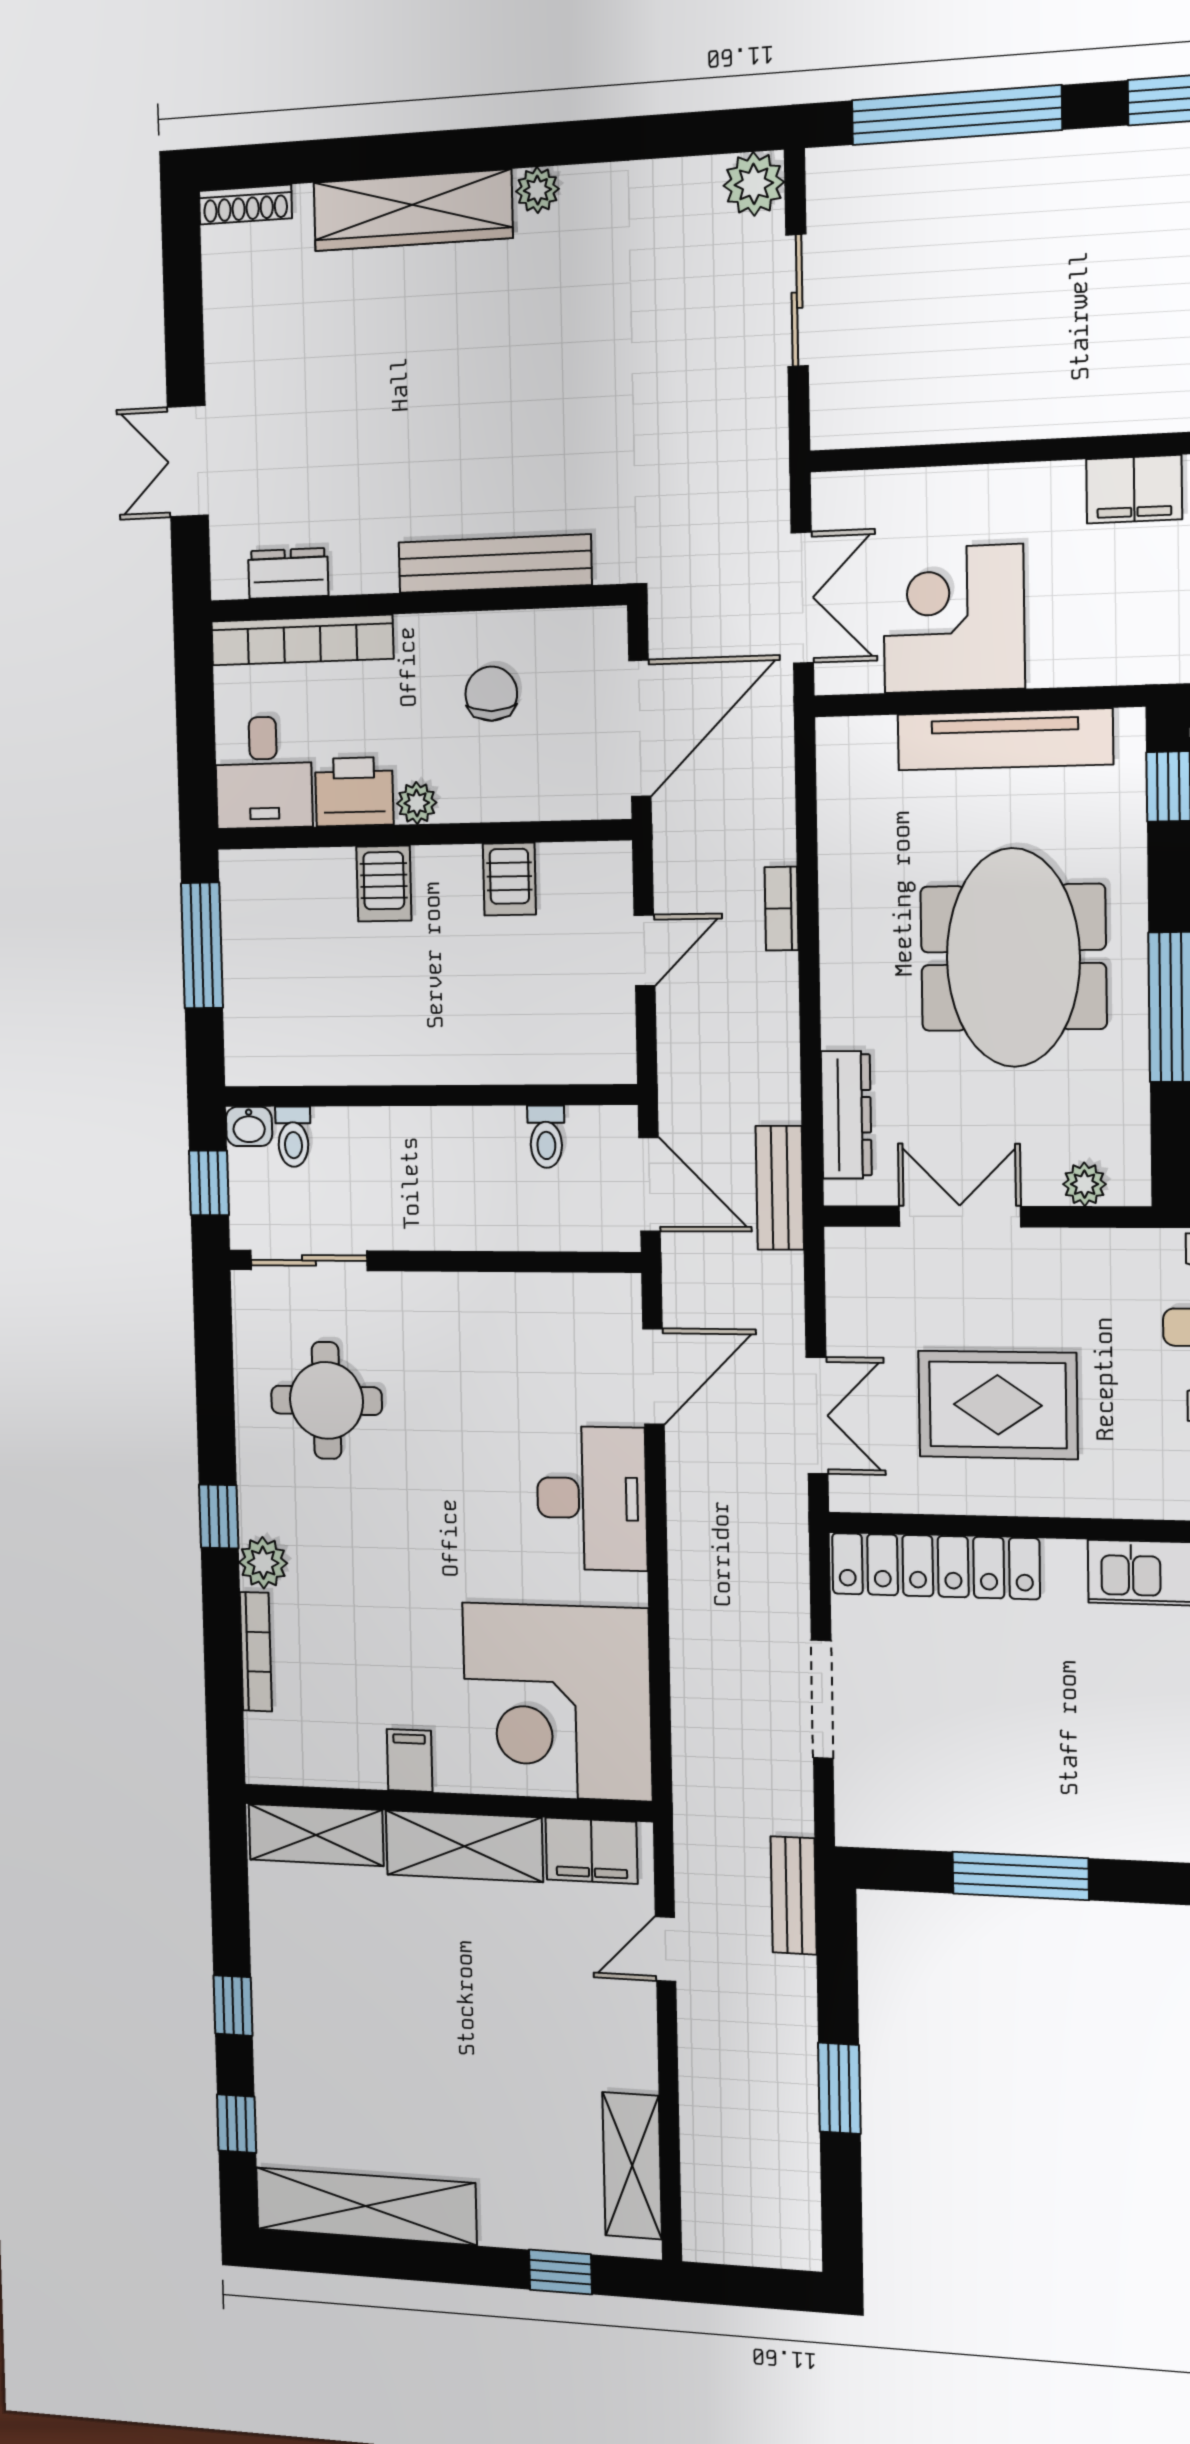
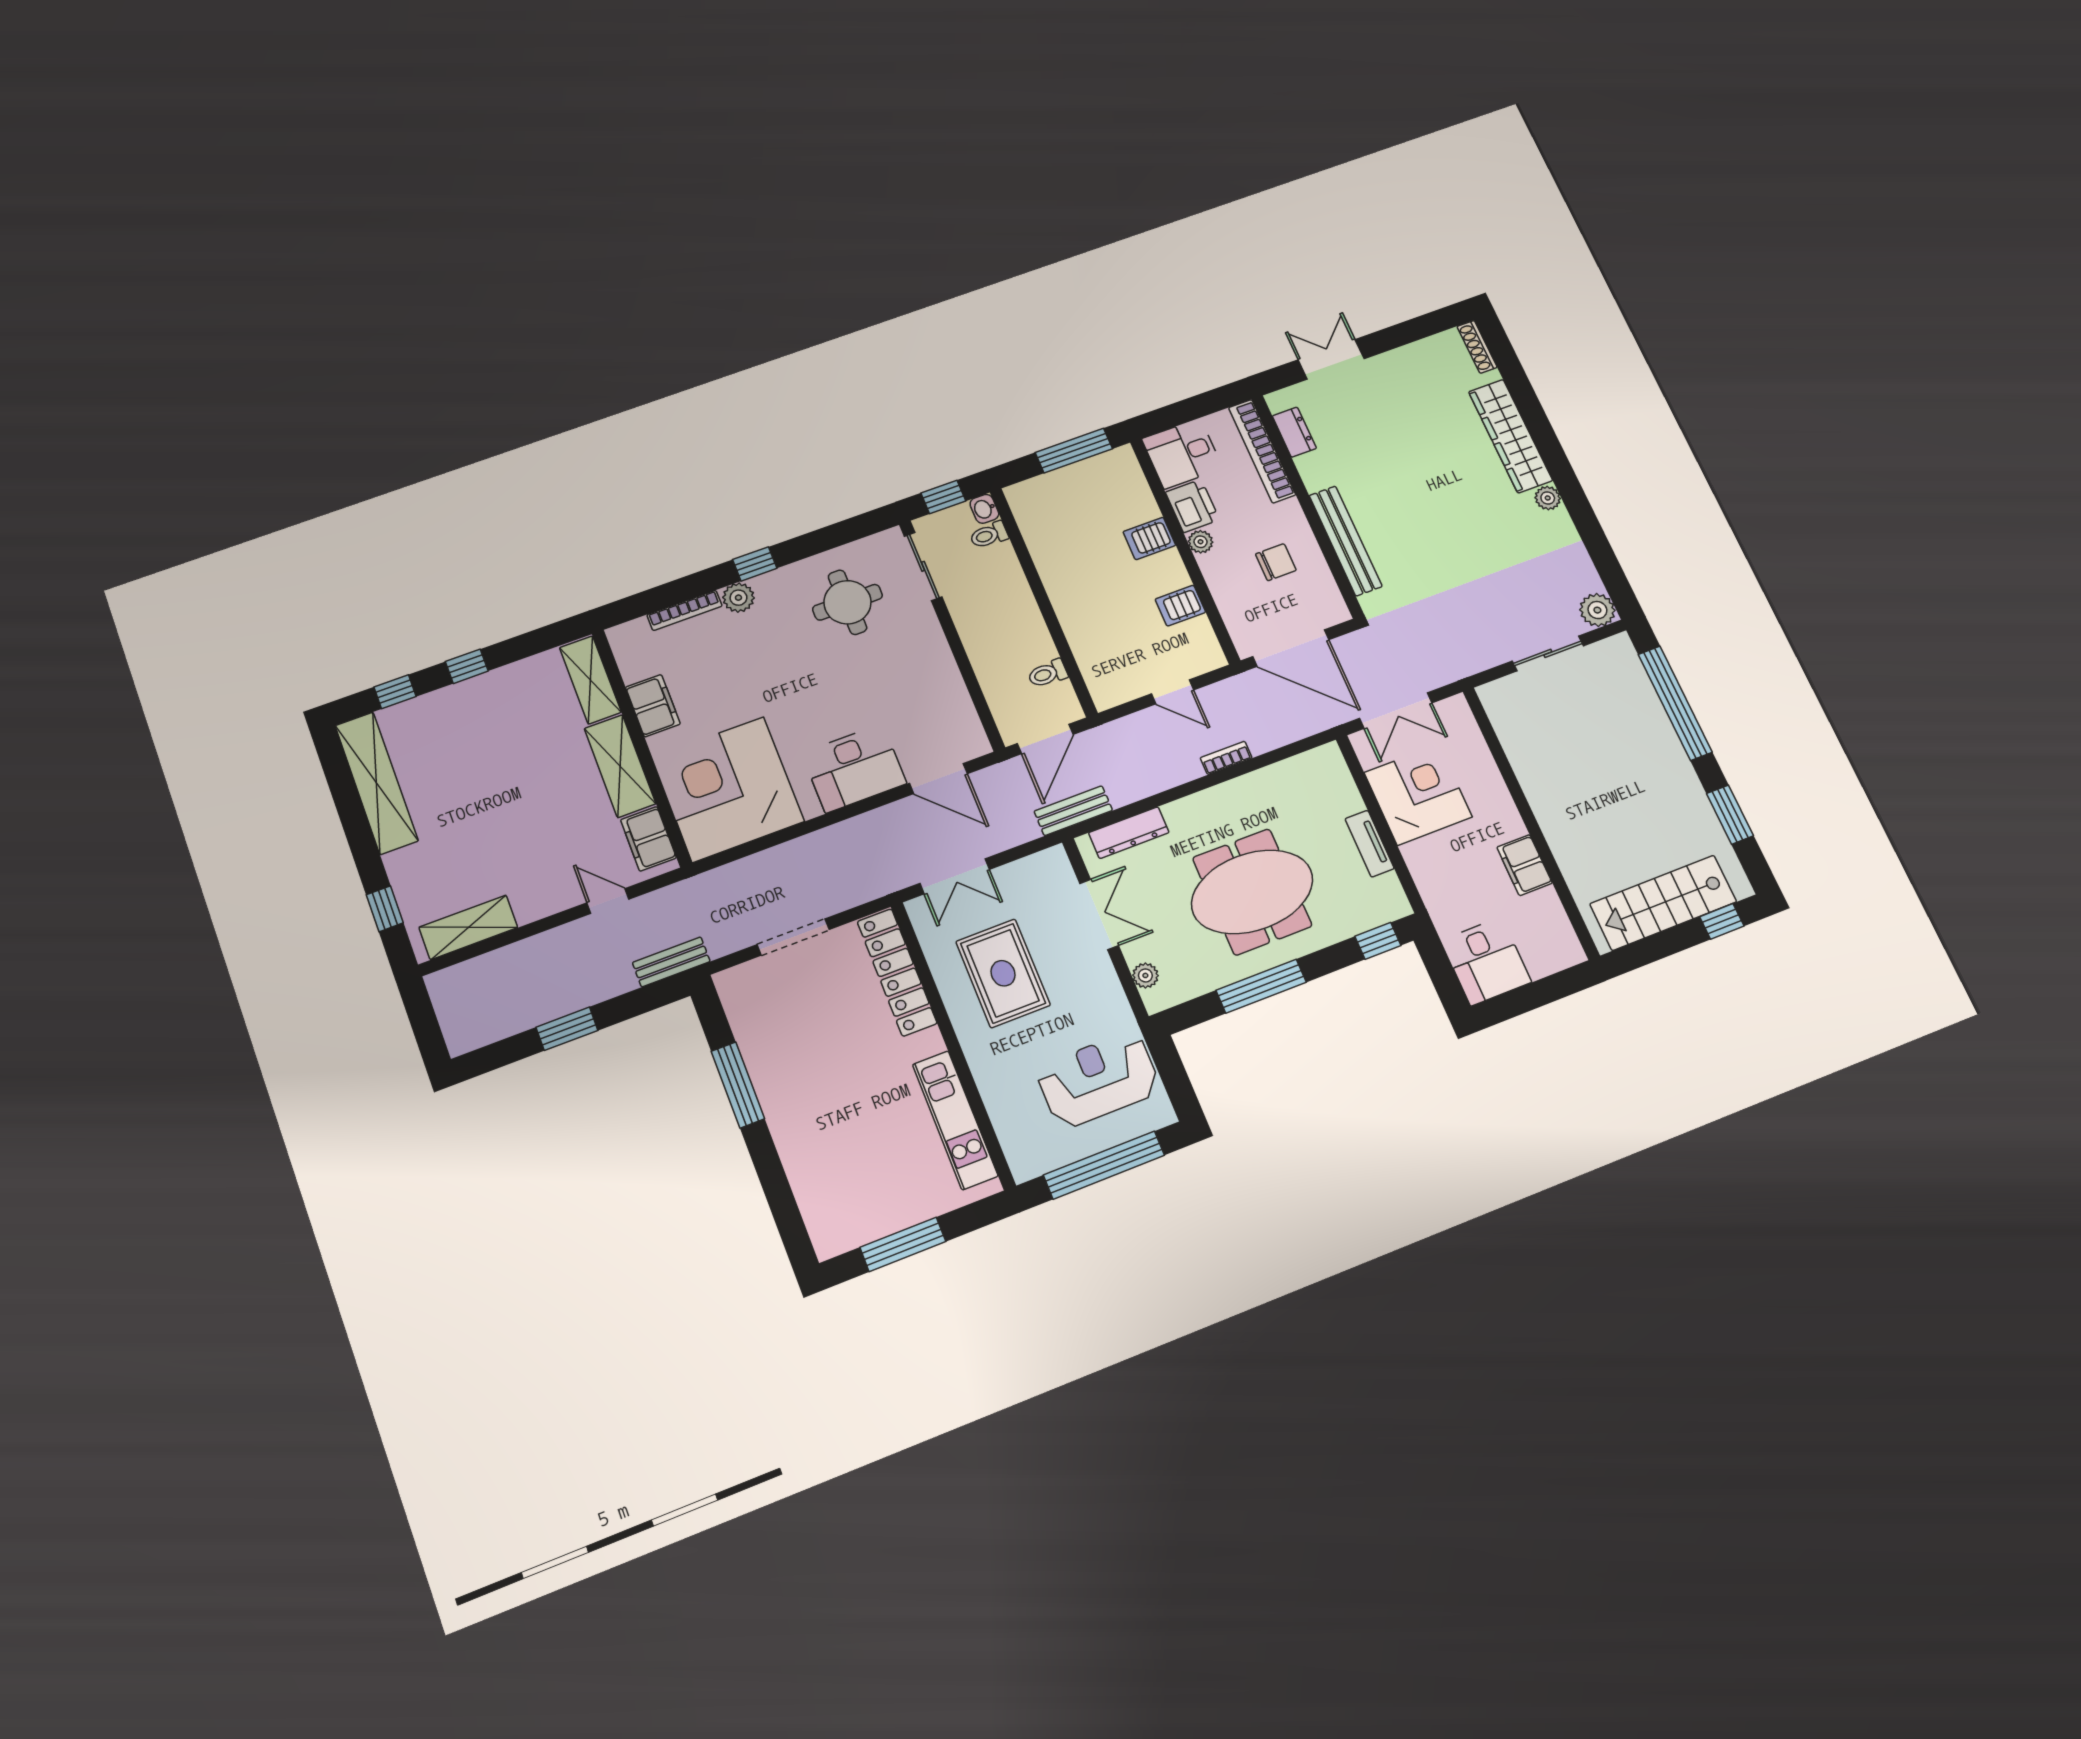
tv unit: (1005, 739) -> (1370, 844), width x0.52, depth x0.78
filing cabinet: (410, 1760) -> (653, 706), width x2.00

